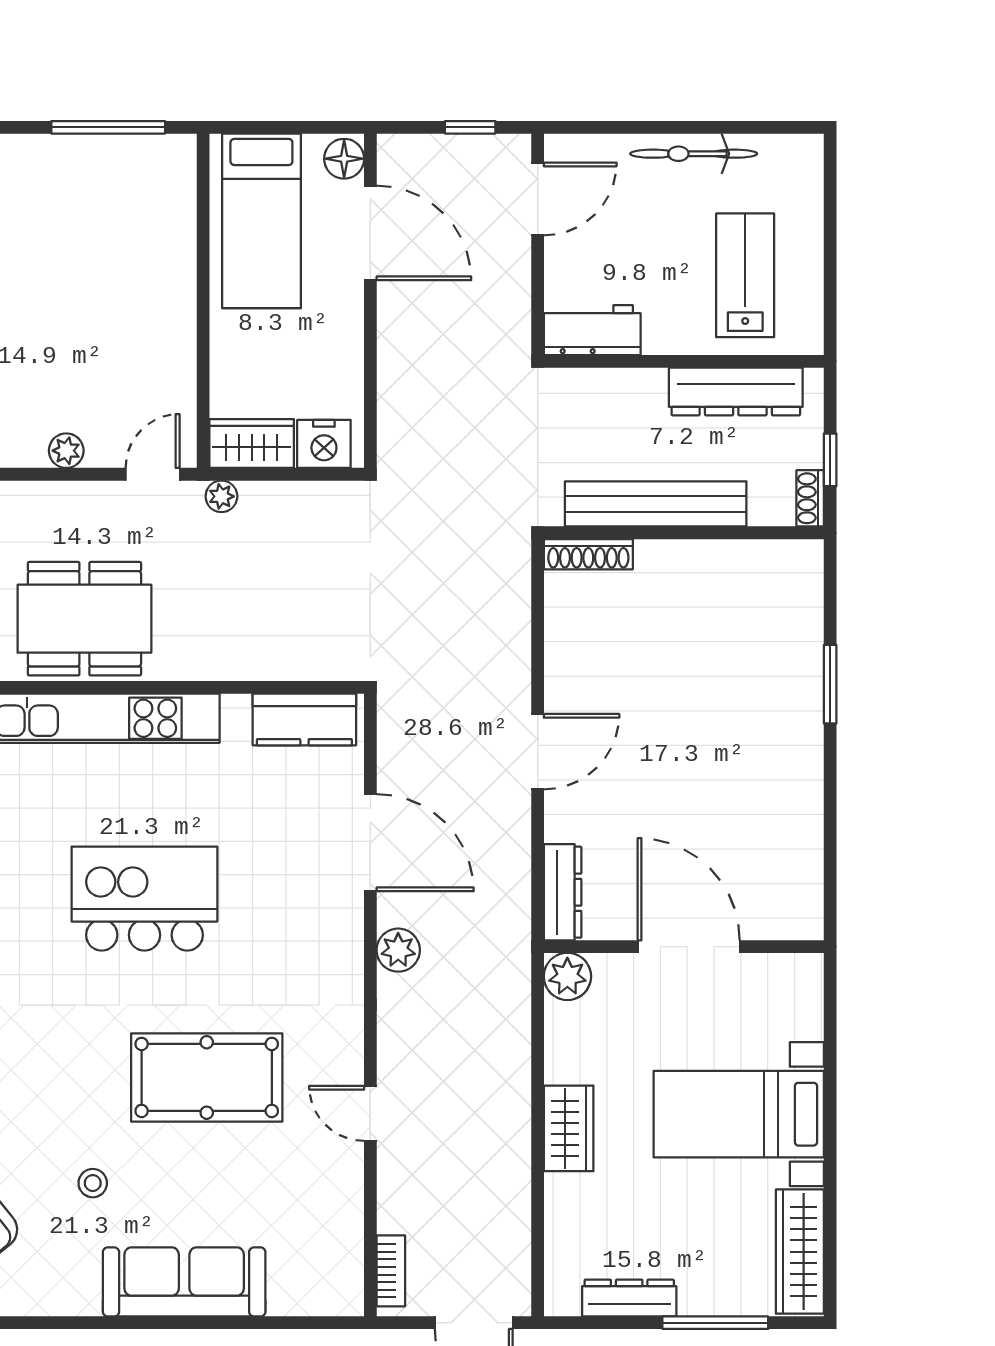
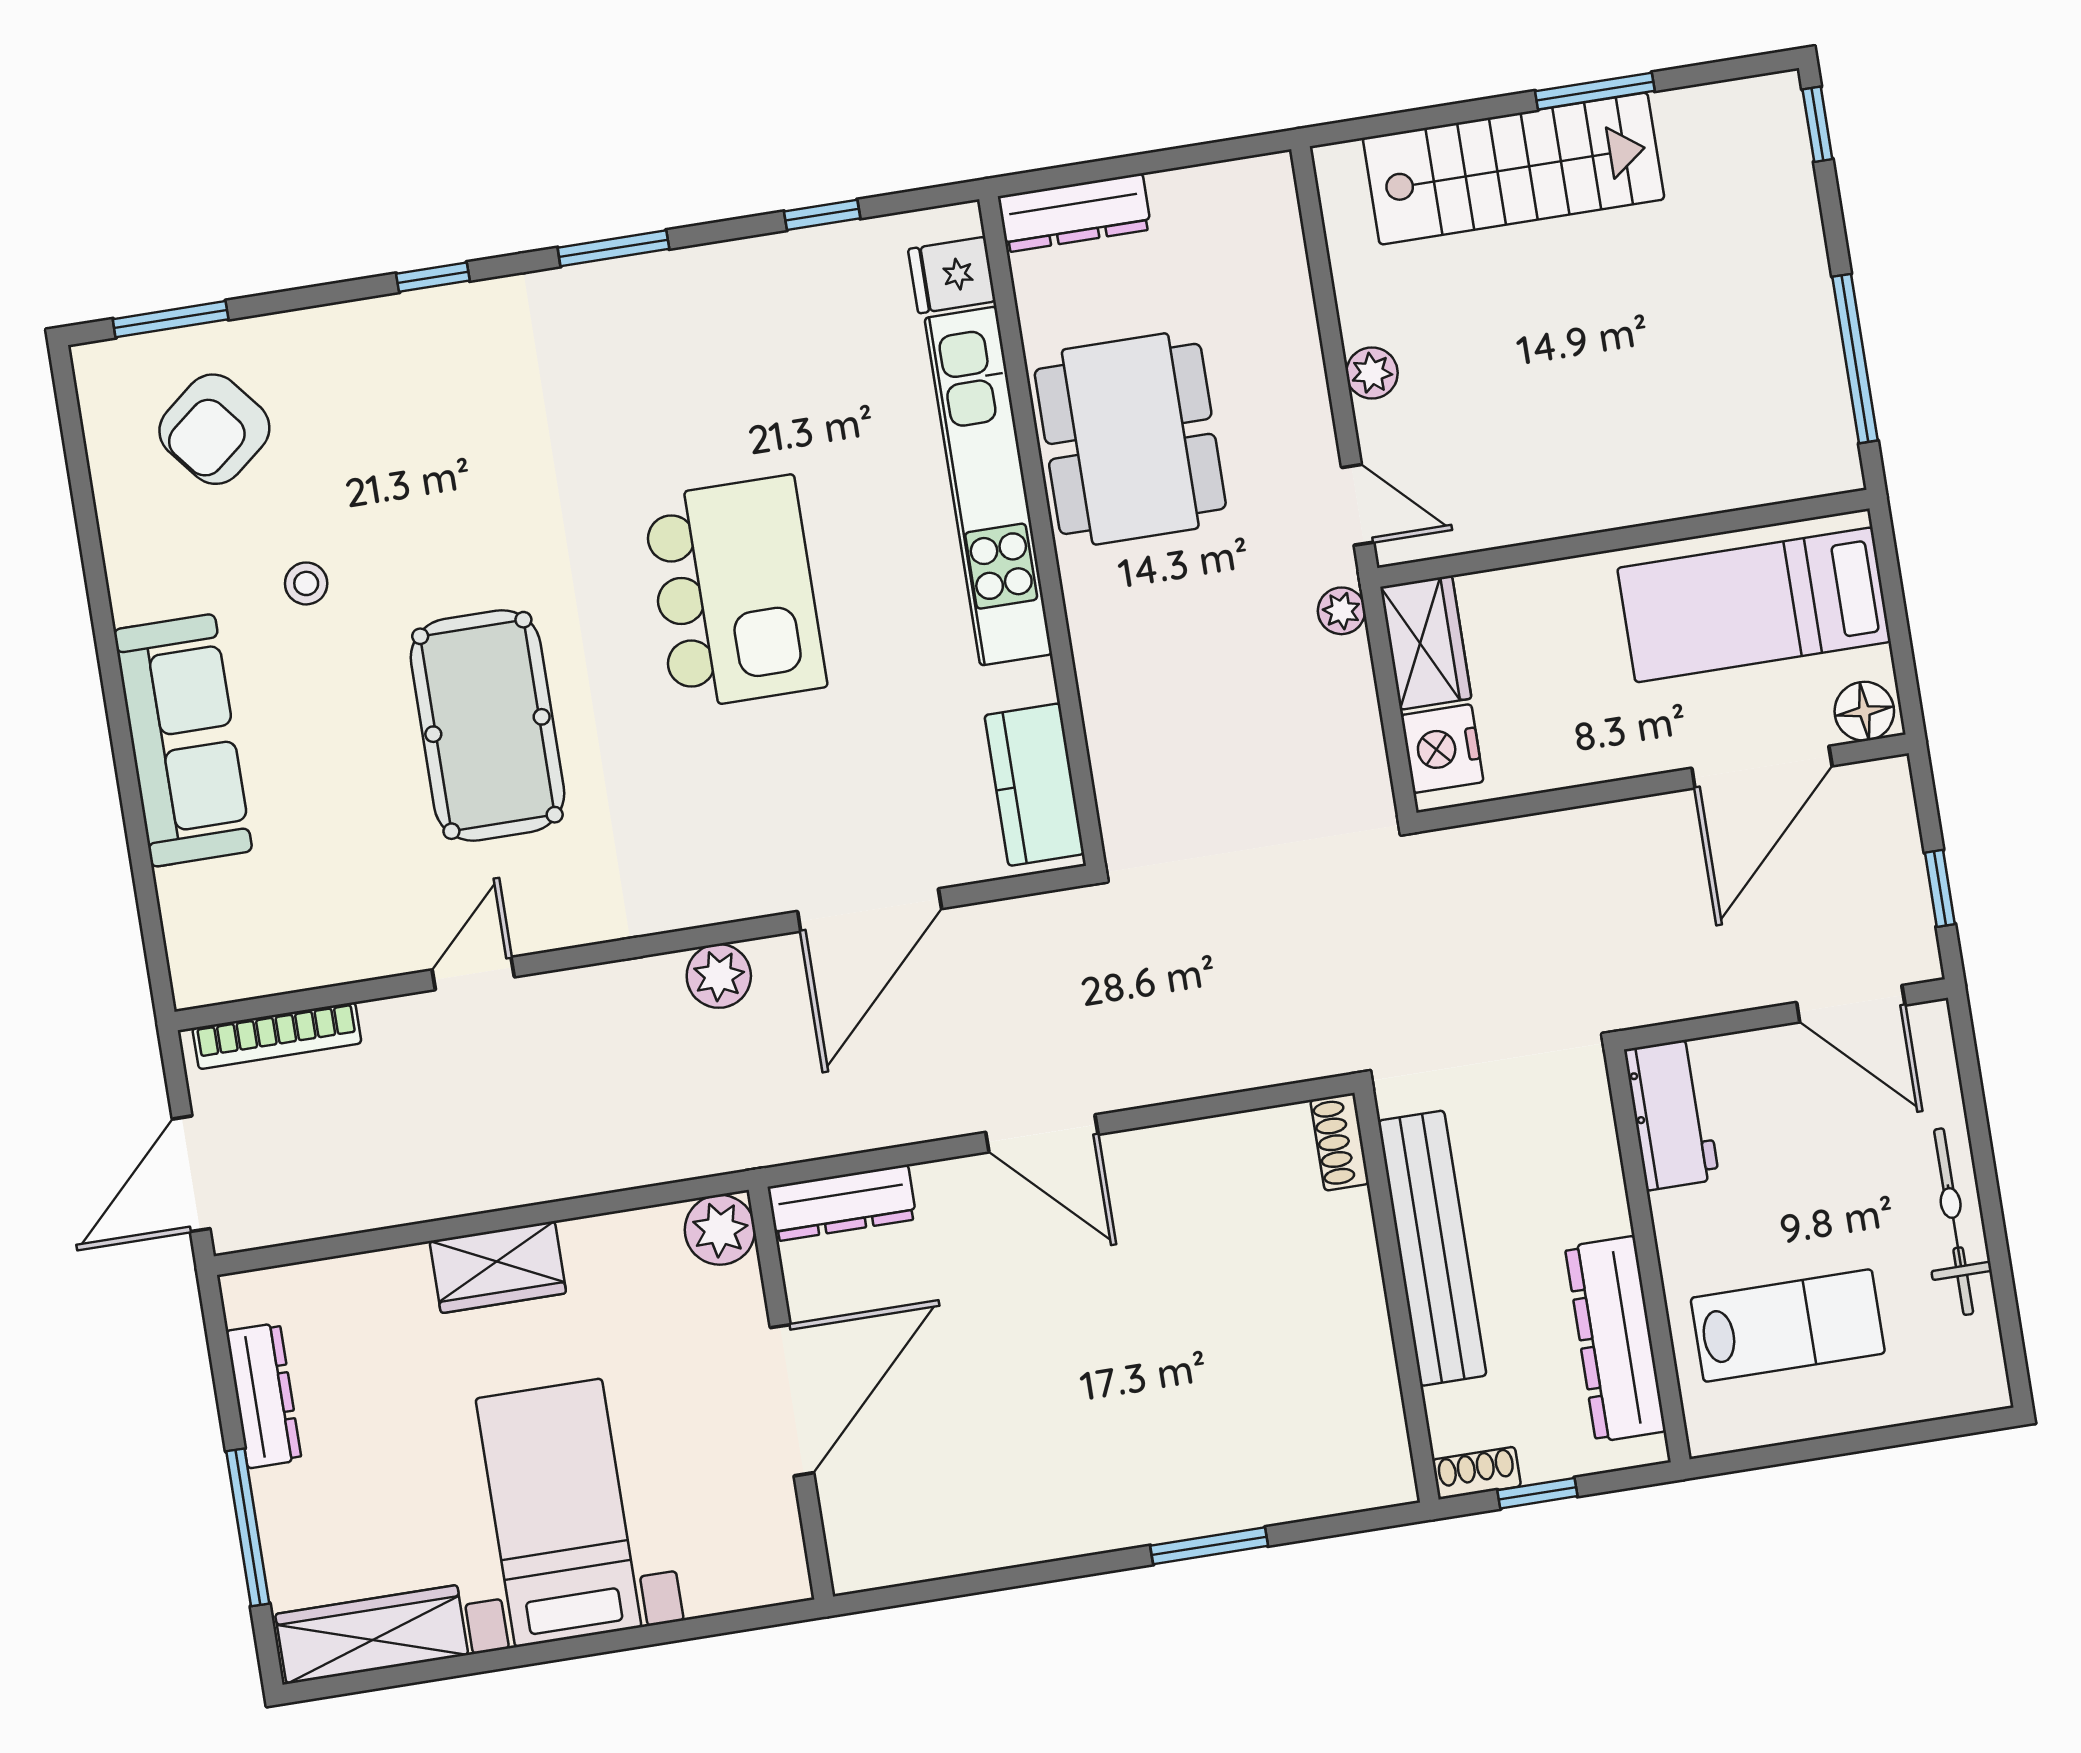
shoe rack: (588, 554) -> (1340, 1142), width x0.70
bookcase: (391, 1271) -> (277, 1036), width x1.56

